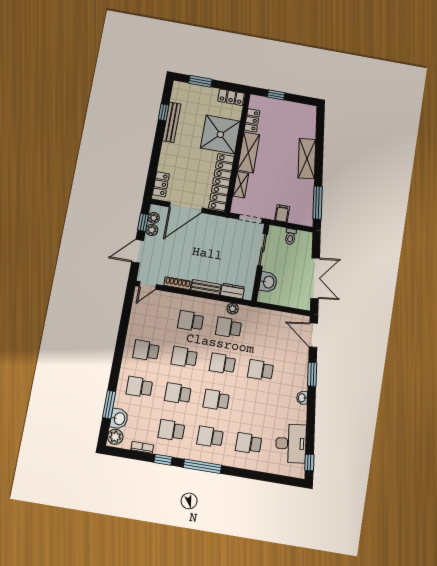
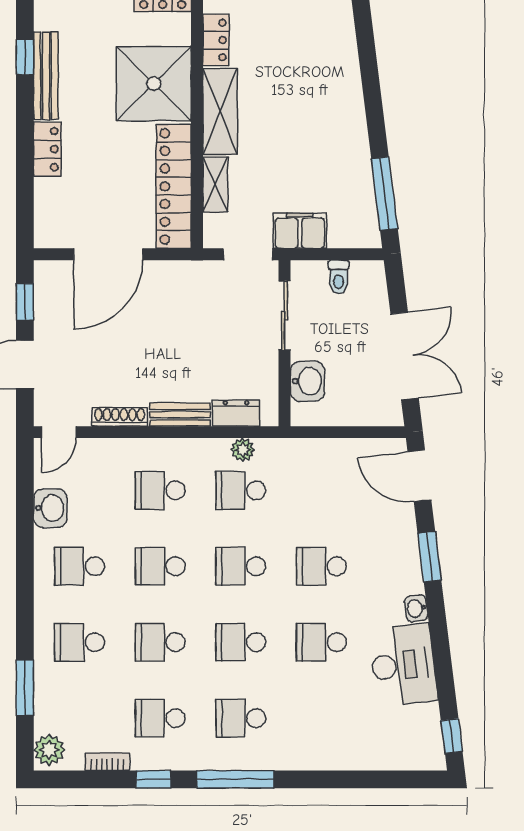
shelving: (307, 159) -> (347, 102), removed
locker: (161, 184) -> (47, 149), moved
filing cabinet: (282, 213) -> (300, 231), width x2.00
plant: (154, 218) -> (45, 288), removed
plant: (152, 230) -> (46, 315), removed
washbasin: (119, 419) -> (50, 508), moved
school desk: (249, 443) -> (321, 642), moved
desk: (291, 444) -> (403, 665), moved

